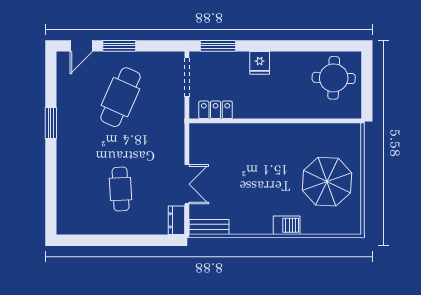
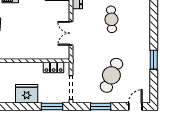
window: (119, 46) -> (101, 107), moved
fridge: (260, 63) -> (27, 94), width x1.88, depth x1.34
double door: (187, 184) -> (71, 33), moved

